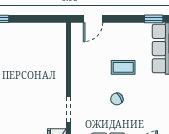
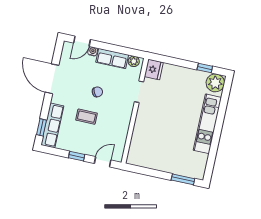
window: (154, 19) -> (77, 156), moved

